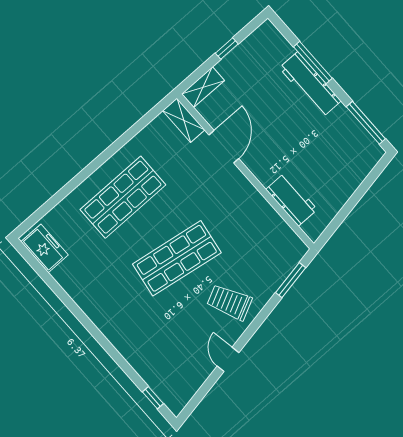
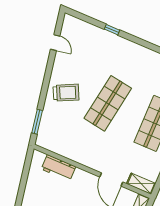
door: (228, 359) -> (55, 43), moved
window: (153, 398) -> (112, 30), moved

